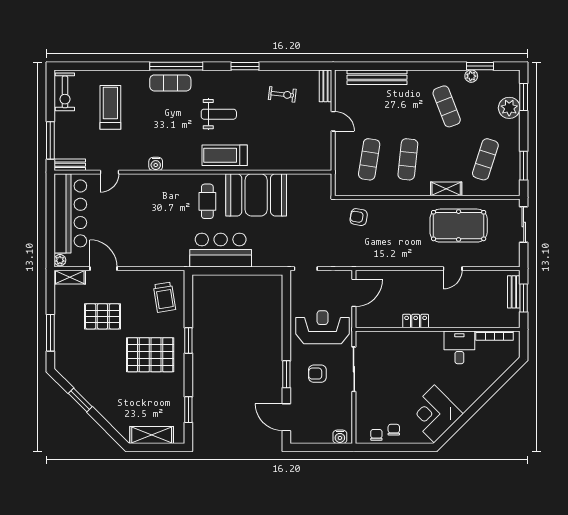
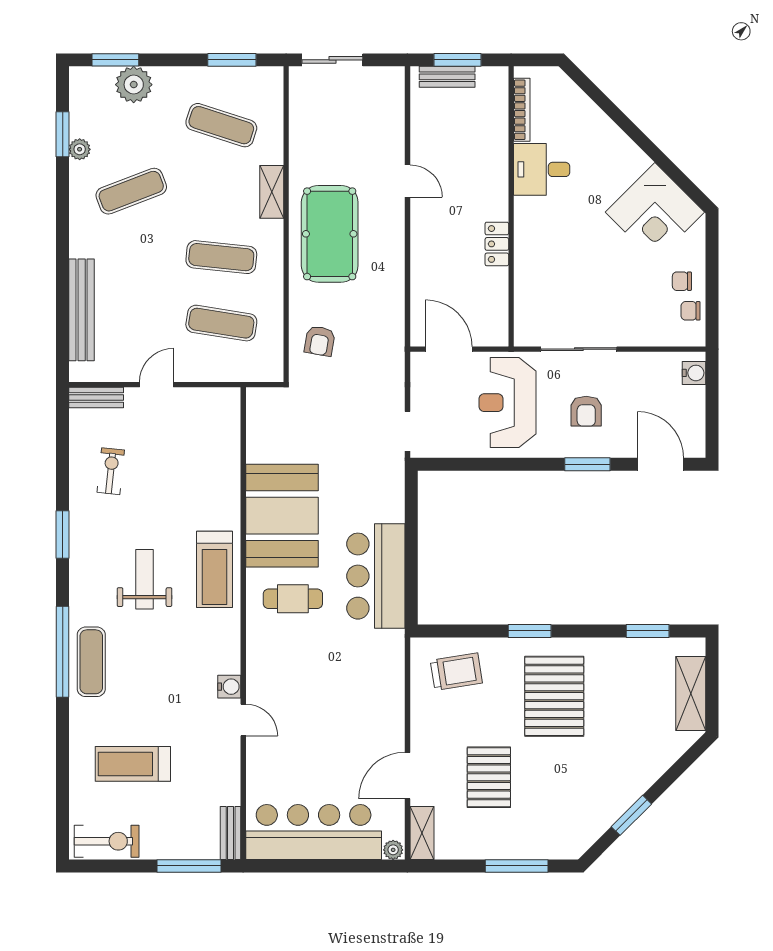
door: (109, 172) -> (243, 720), moved
pool table: (459, 226) -> (330, 234), moved
door: (286, 417) -> (661, 464), swing flipped

